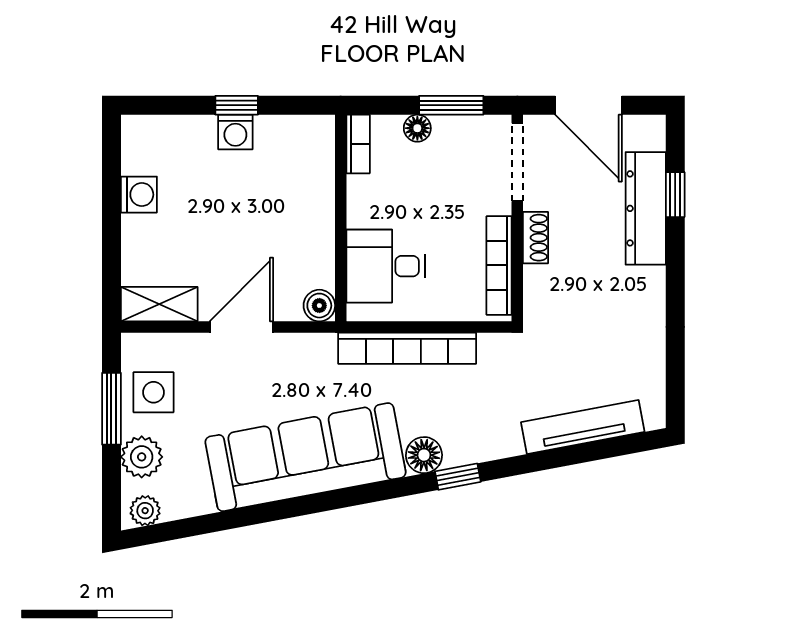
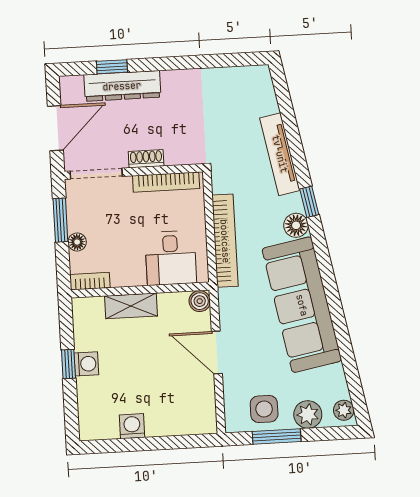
shelving: (159, 304) -> (131, 306), moved, turned 90
tv unit: (583, 427) -> (280, 154), moved

